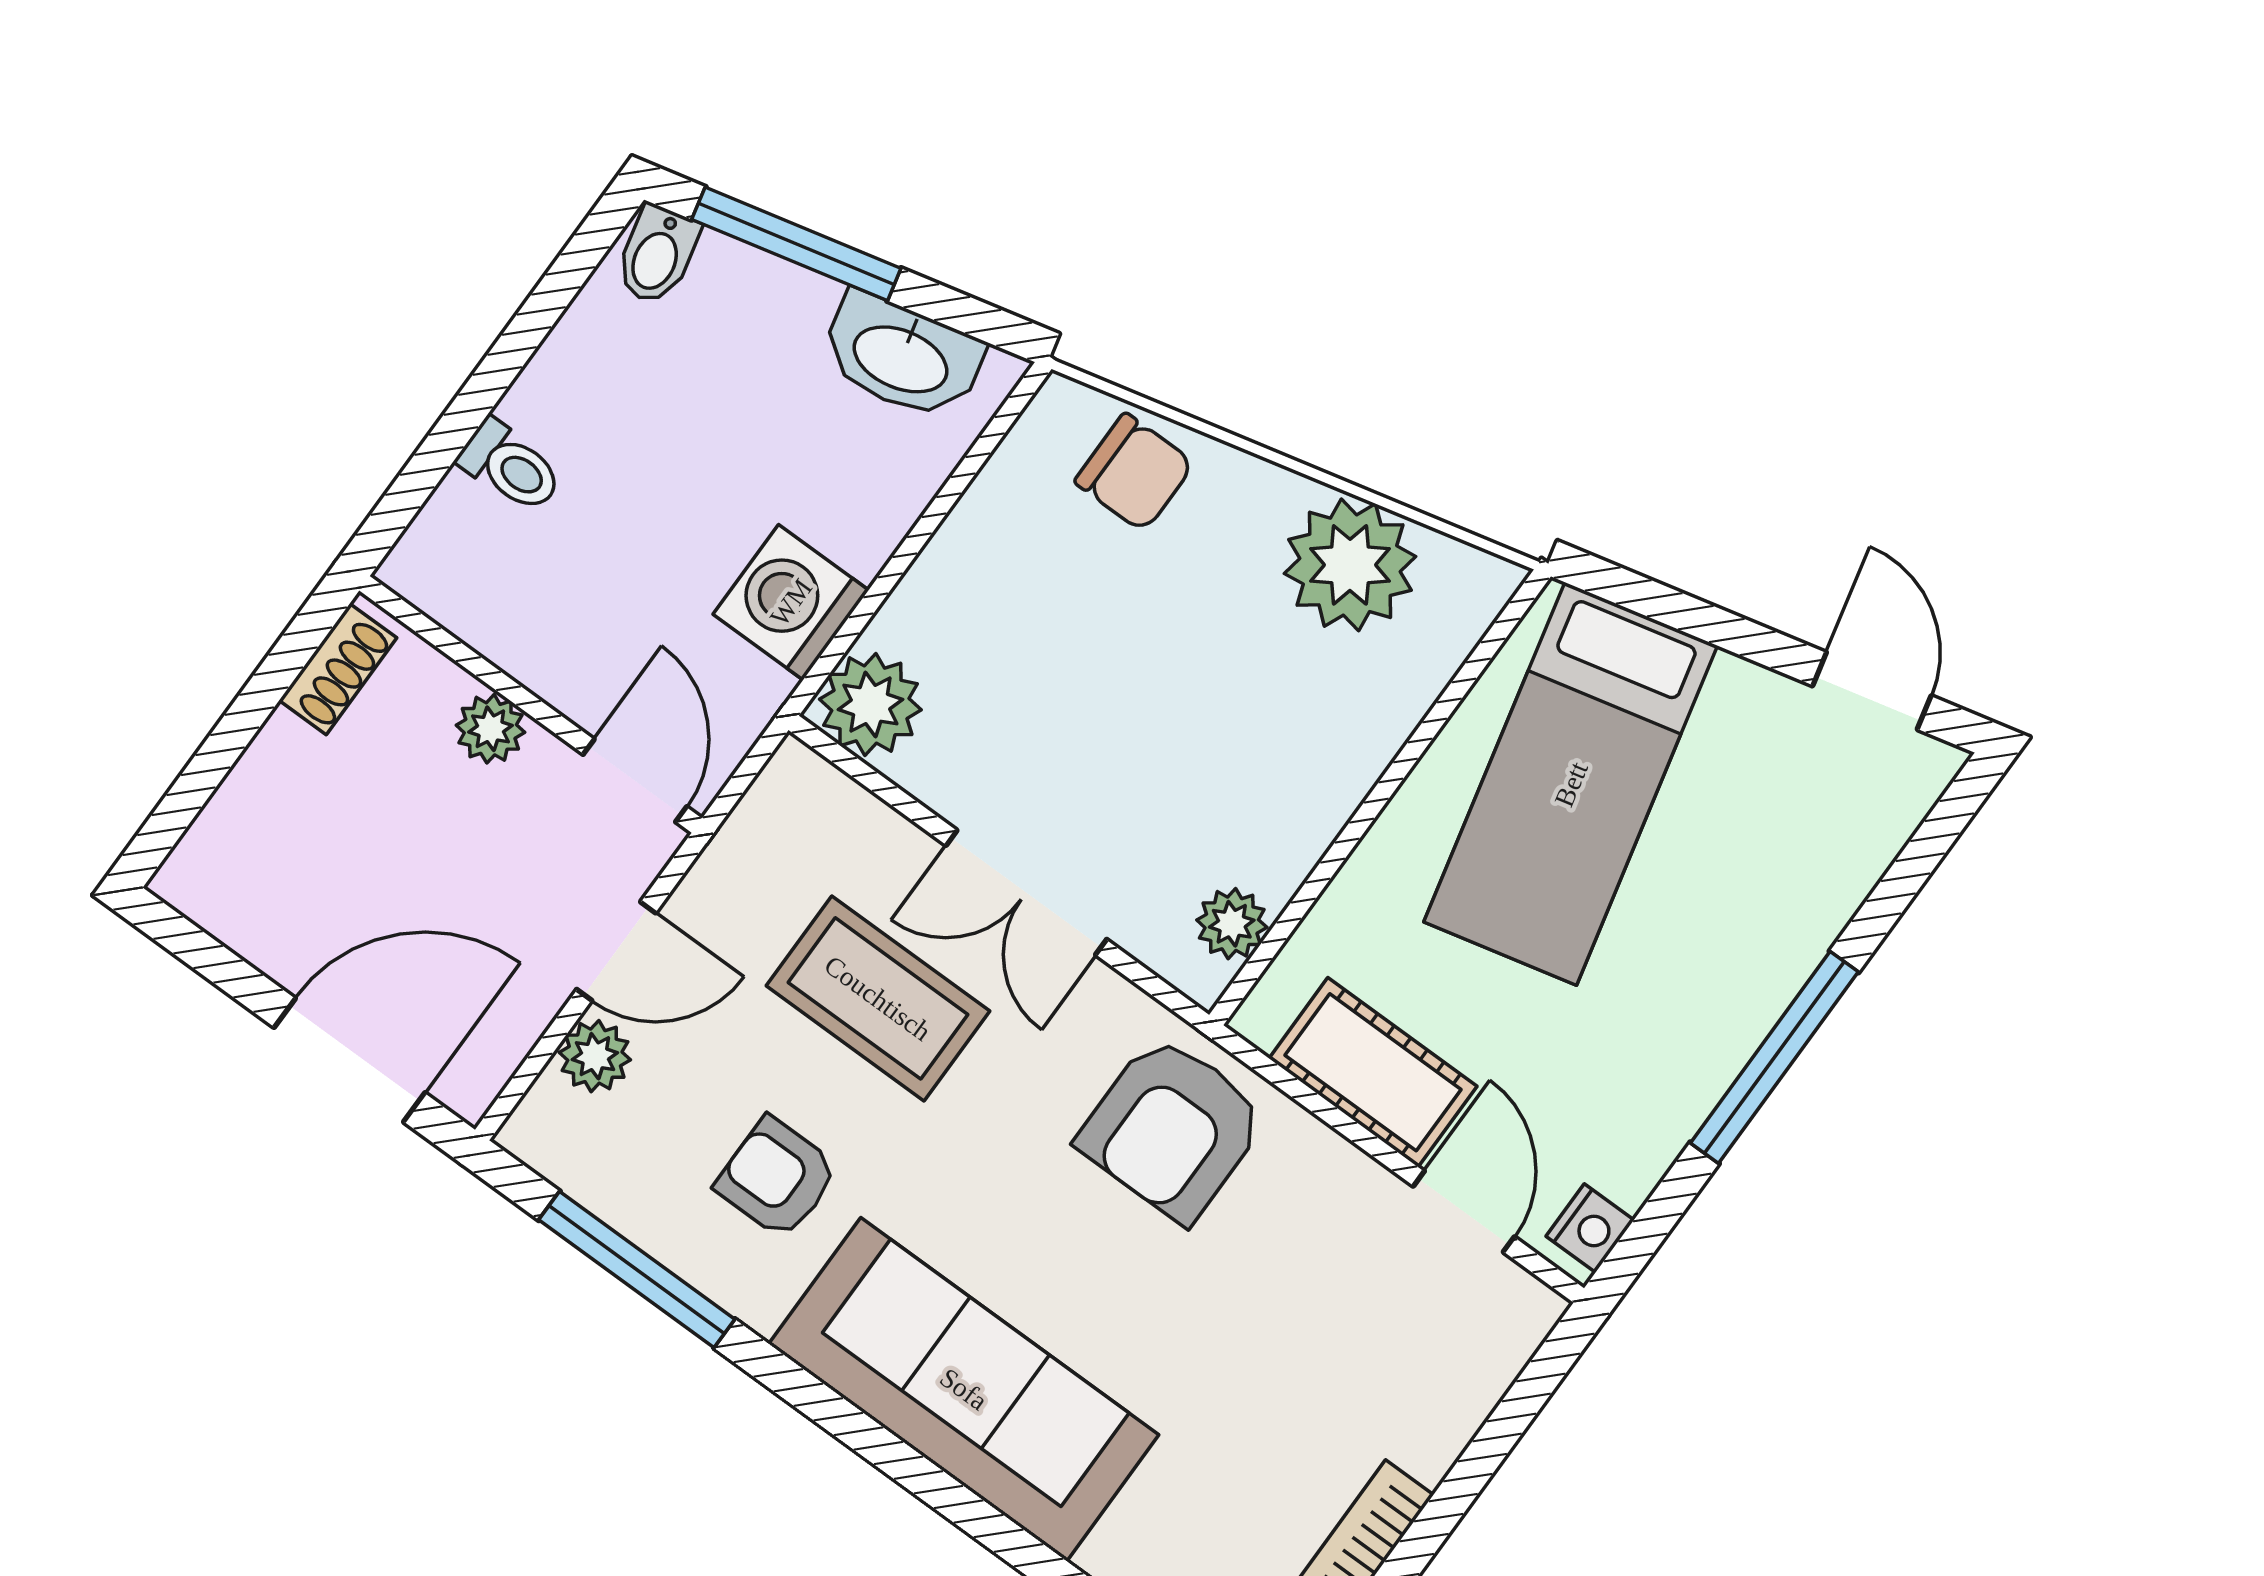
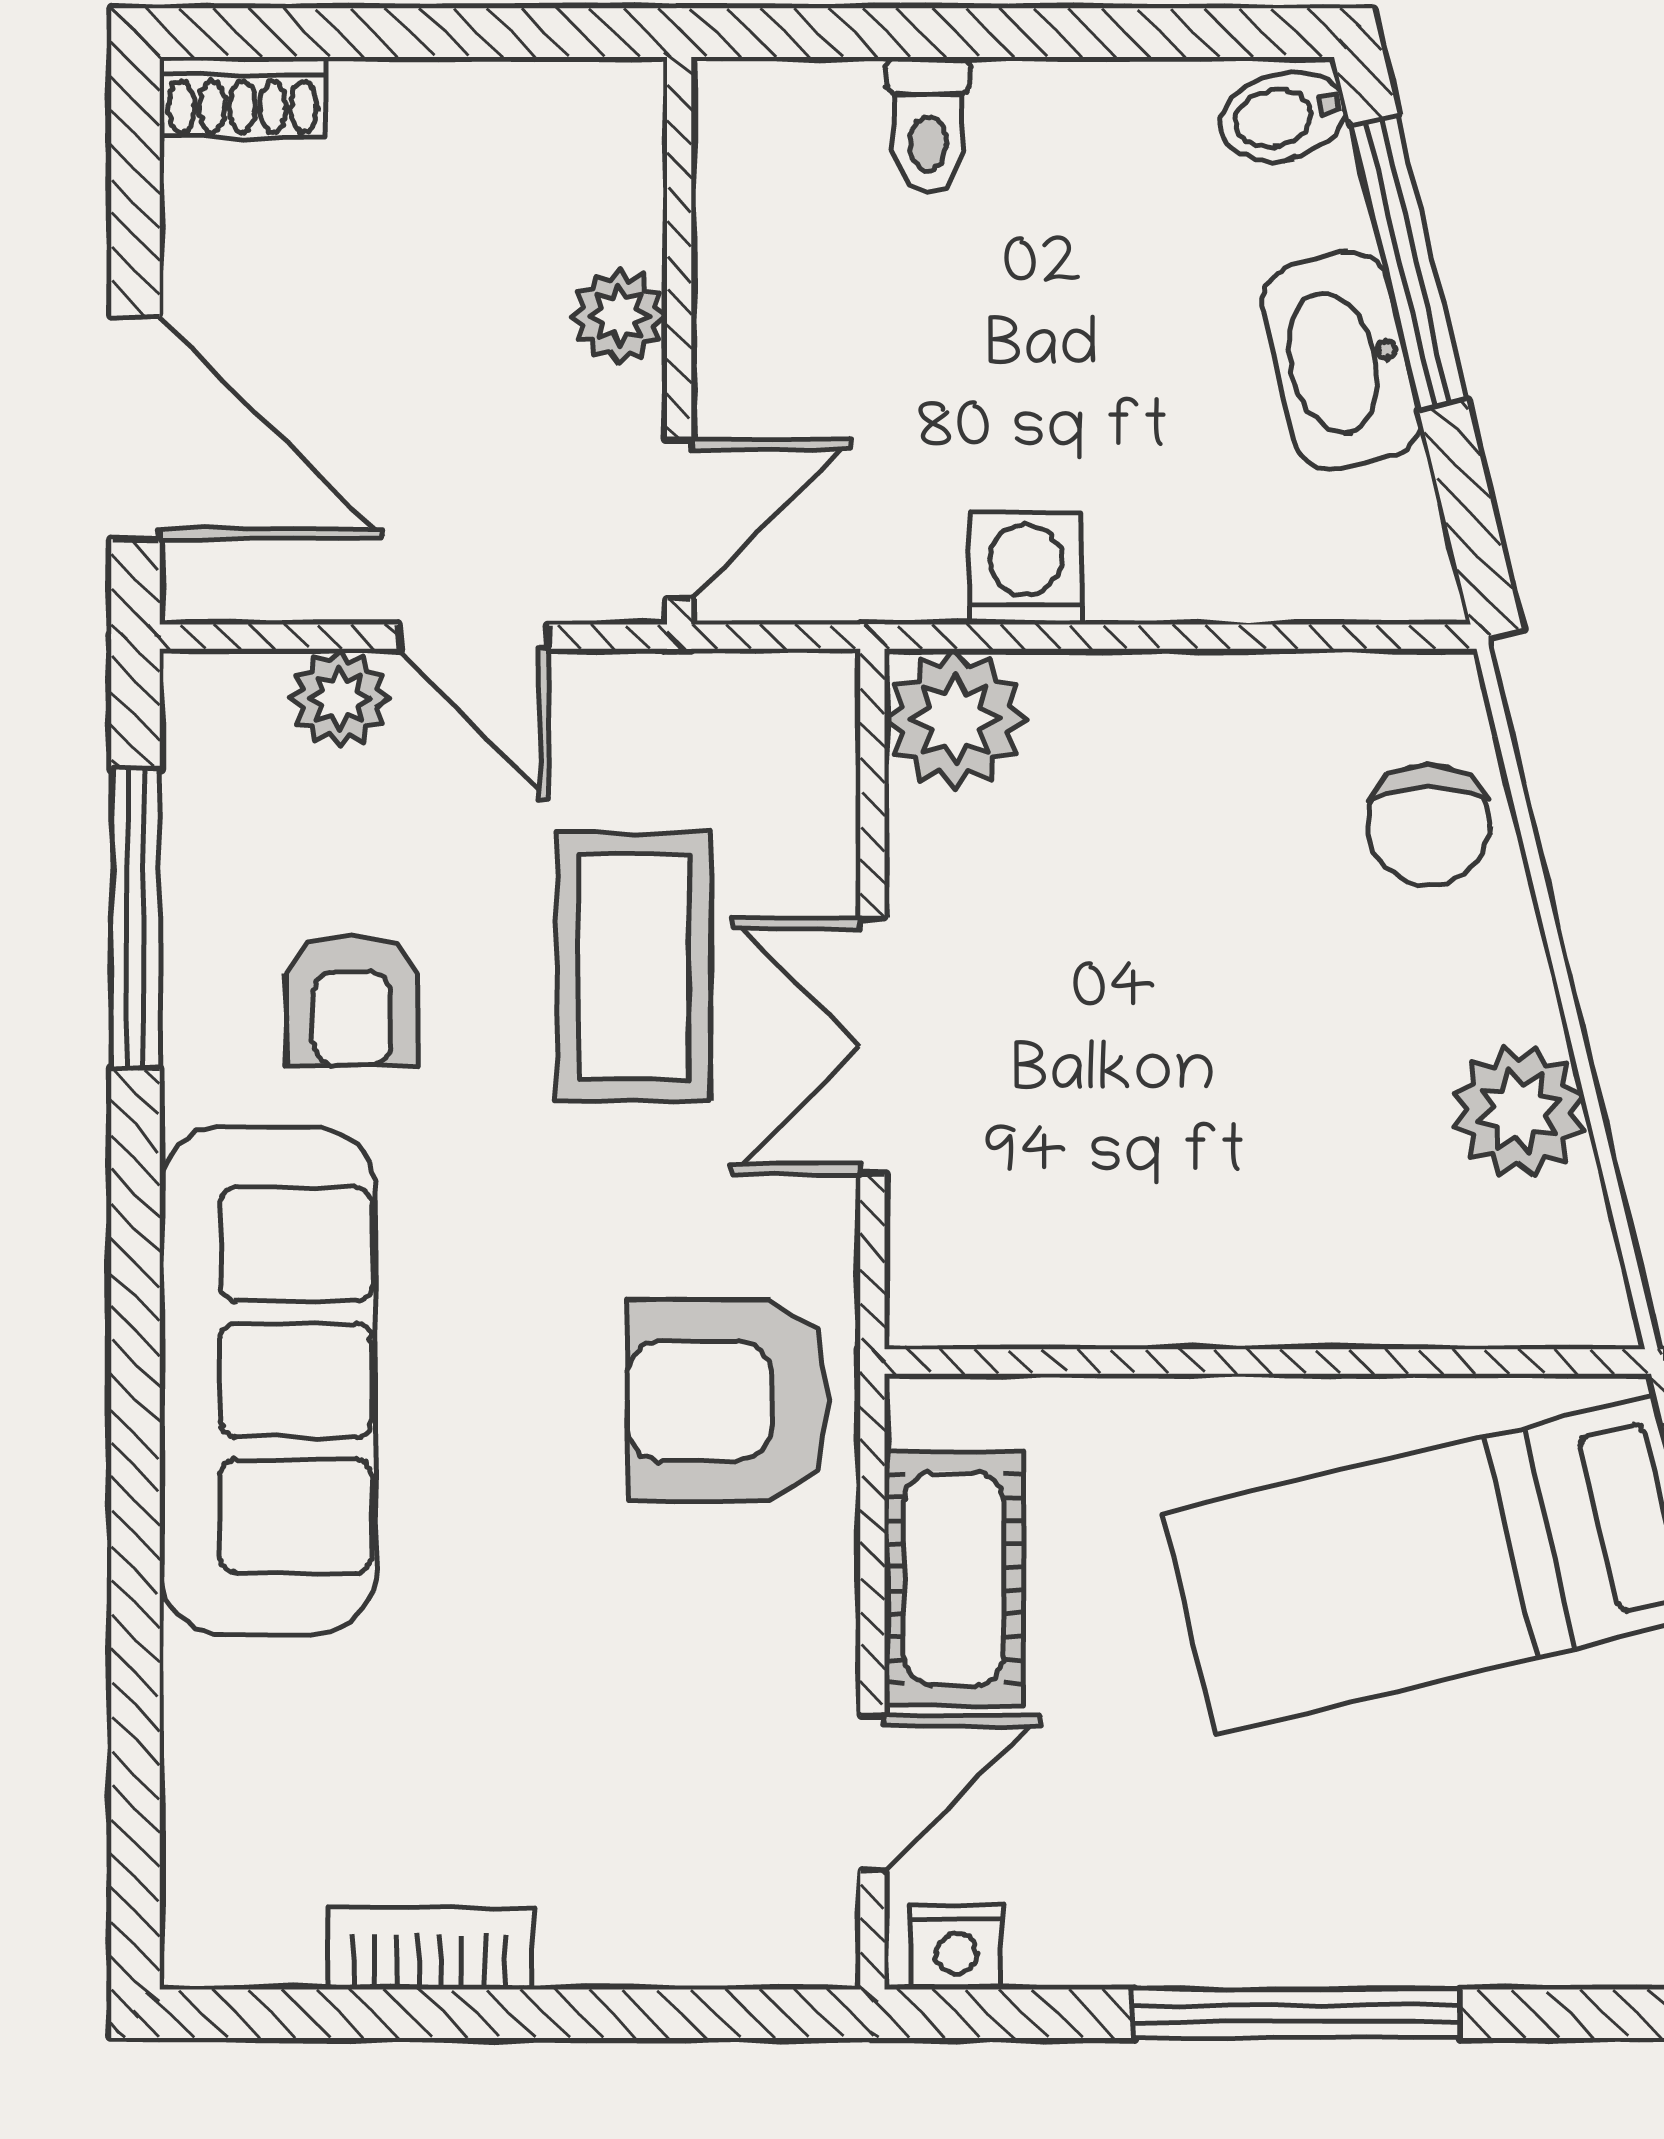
washbasin: (902, 357) -> (1341, 361), moved
plant: (1350, 565) -> (1519, 1111), width x0.73, depth x0.73
washing machine: (791, 602) -> (1026, 569), width x0.73, depth x0.73
shoe rack: (338, 669) -> (243, 97), moved
plant: (1232, 924) -> (1005, 1300), removed
armchair: (777, 1178) -> (352, 1000), turned 180

